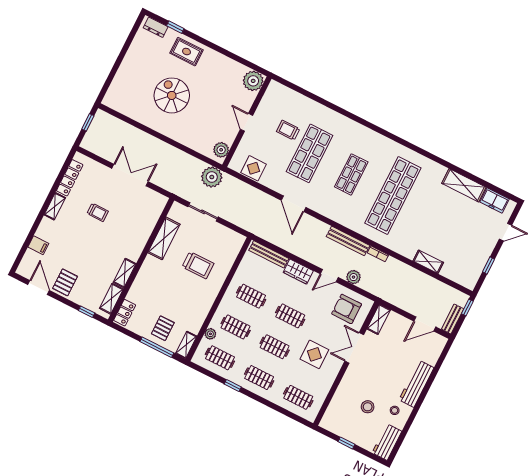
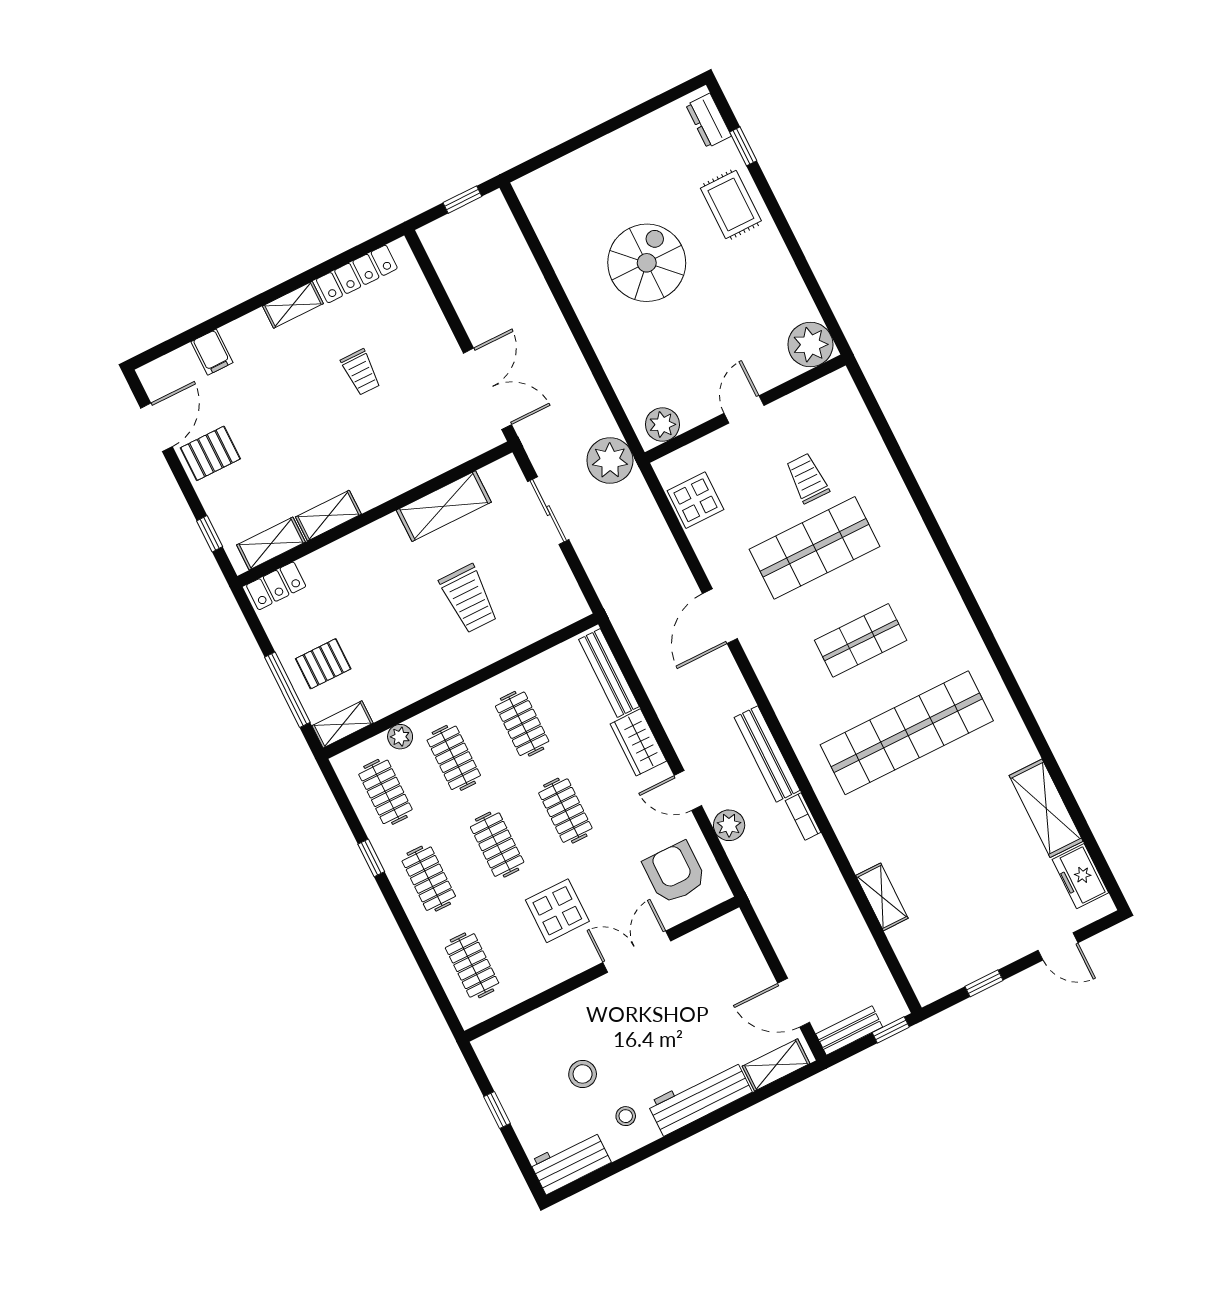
double door: (130, 175) -> (488, 389), moved
shelving: (379, 319) -> (776, 1065), moved

